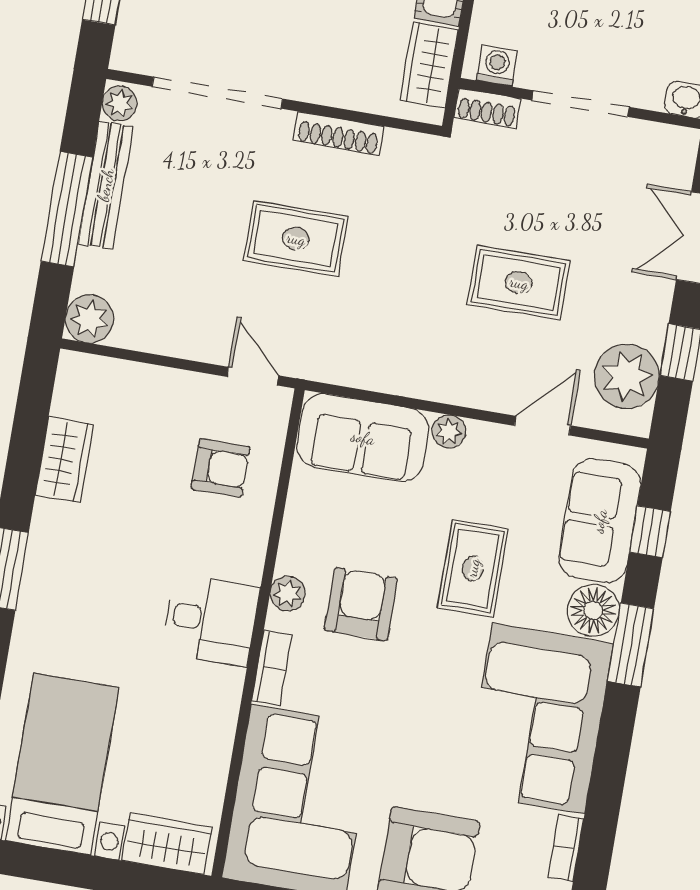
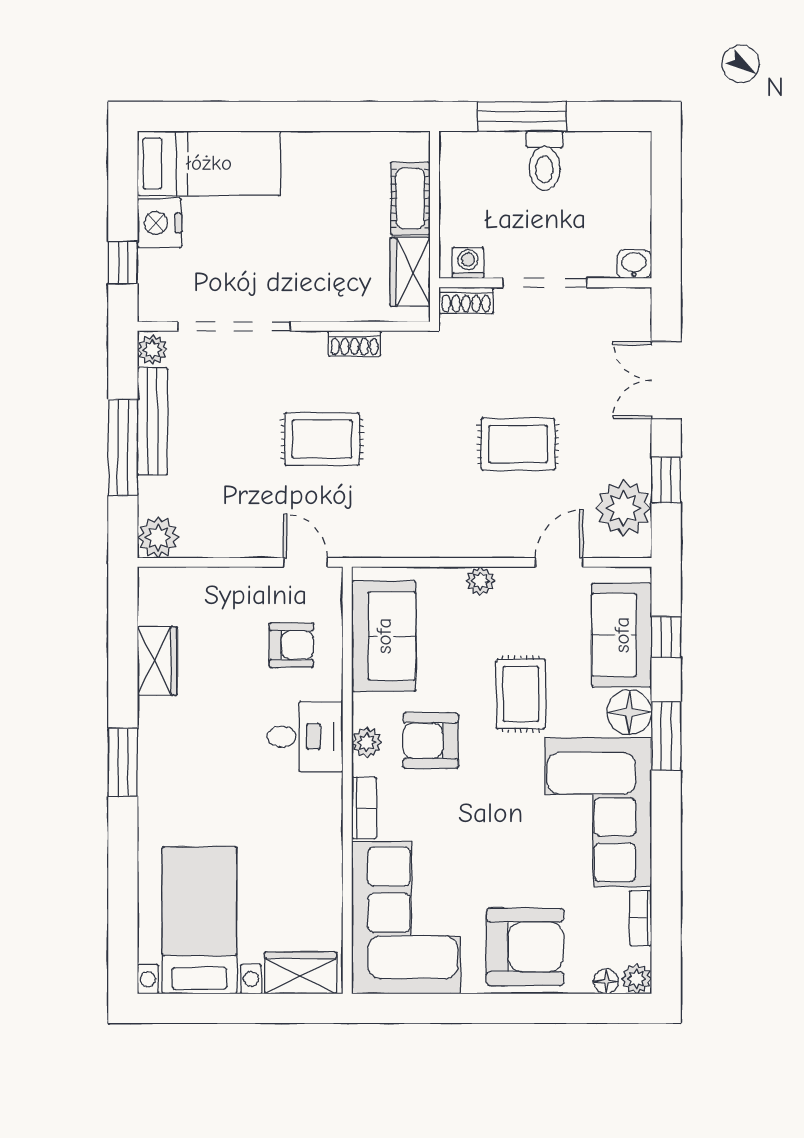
shoe rack: (339, 134) -> (354, 343), width x0.70
sofa: (363, 438) -> (384, 636), moved, turned -90
armchair: (361, 604) -> (431, 741), turned -90
desk: (211, 620) -> (305, 737), moved

